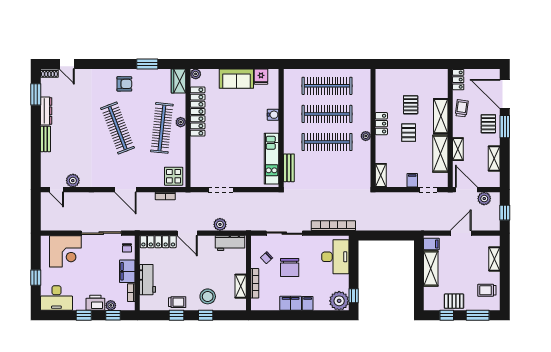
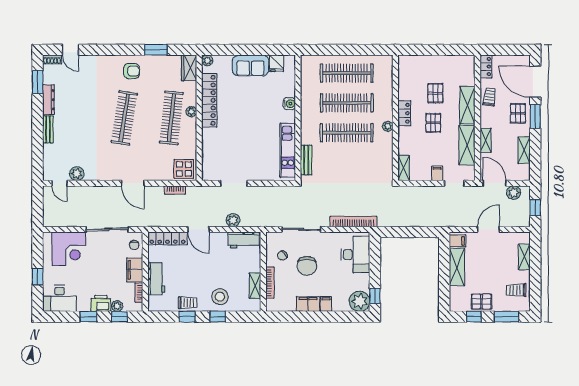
clothes rail: (118, 128) -> (124, 118), turned 30

